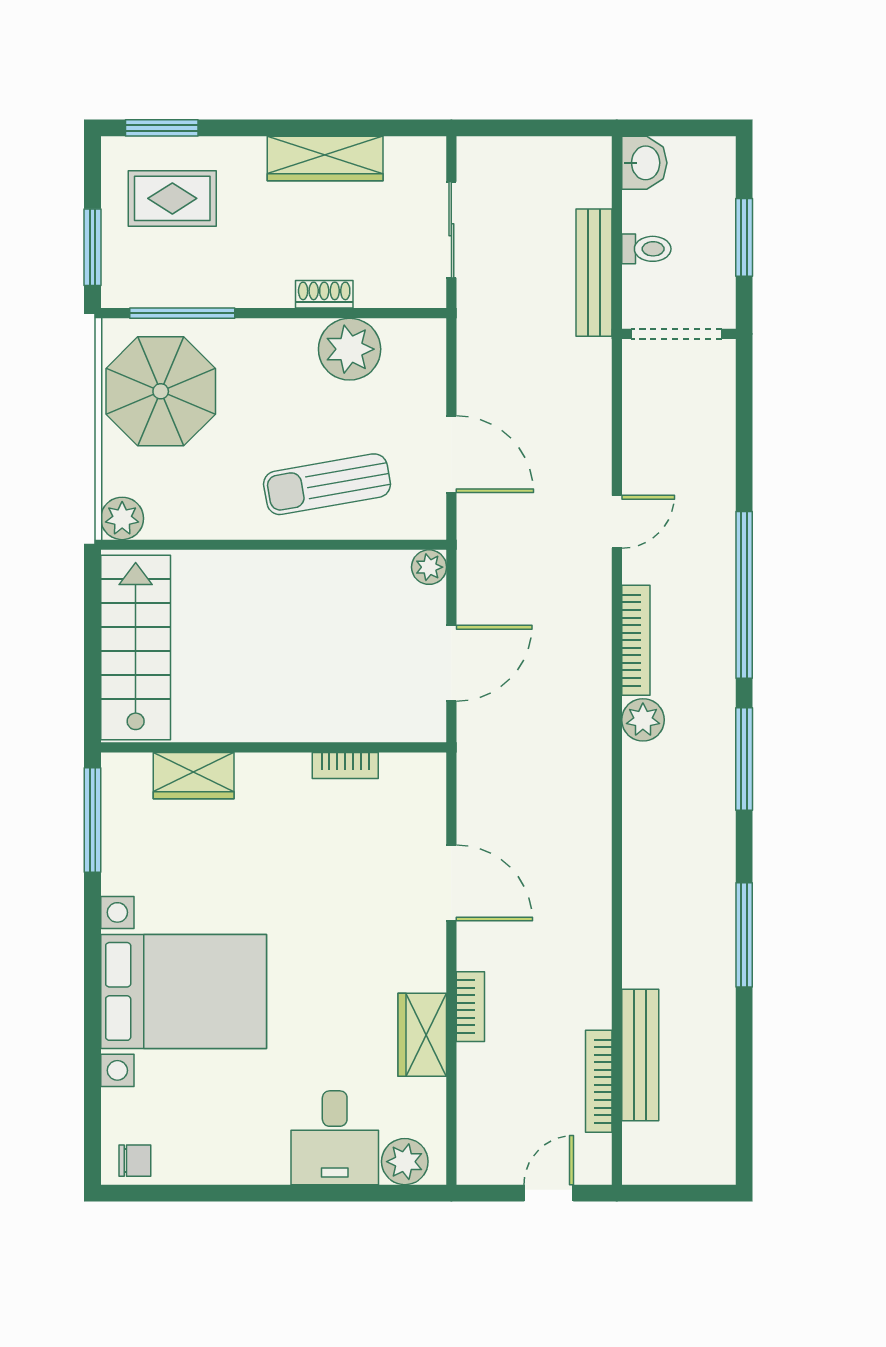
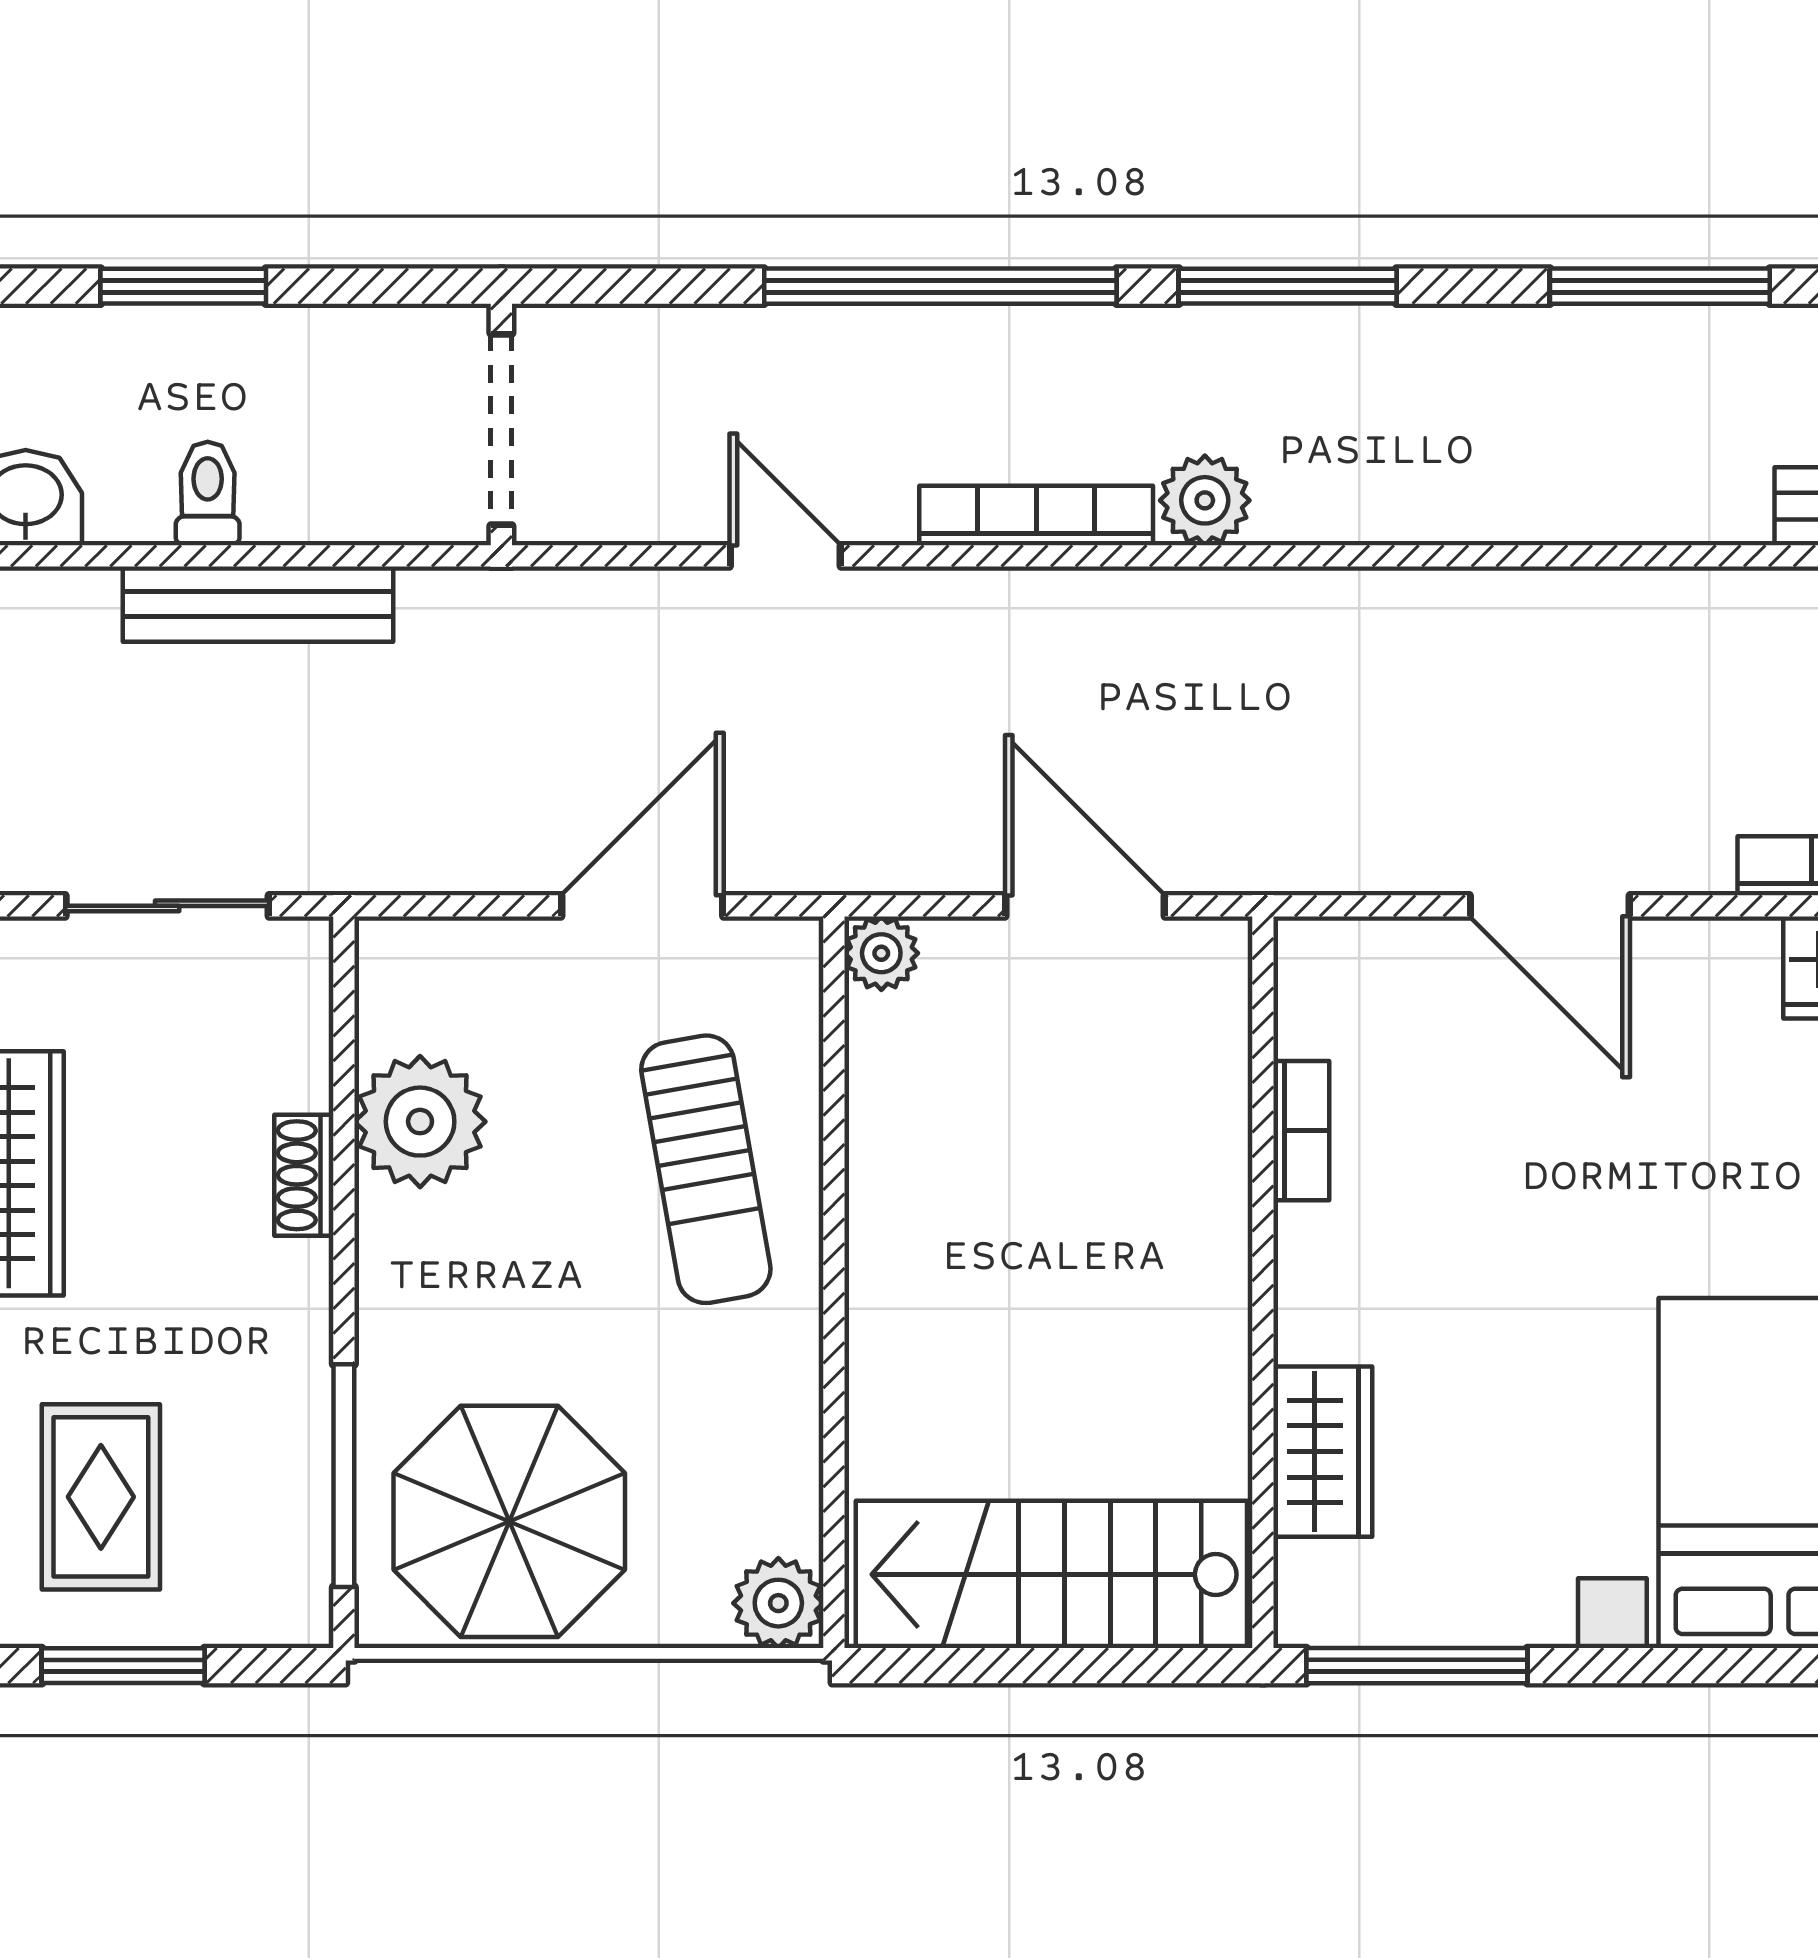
window: (93, 247) -> (123, 1666), moved
doorway: (676, 334) -> (501, 429), moved
wall: (679, 334) -> (501, 424), moved
door: (451, 883) -> (1550, 906), swing flipped

